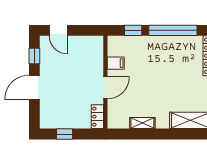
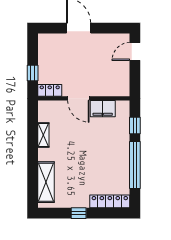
window: (34, 56) -> (110, 28), removed
filing cabinet: (116, 63) -> (103, 109), width x2.00
window: (64, 134) -> (33, 73), moved

